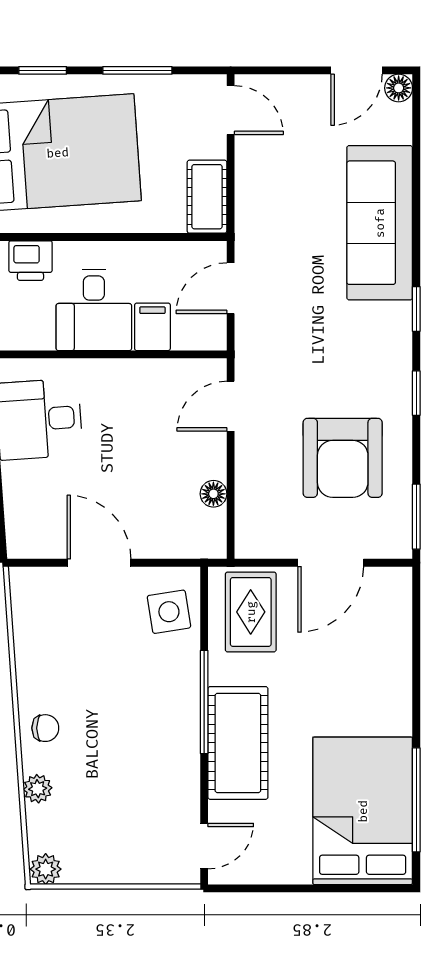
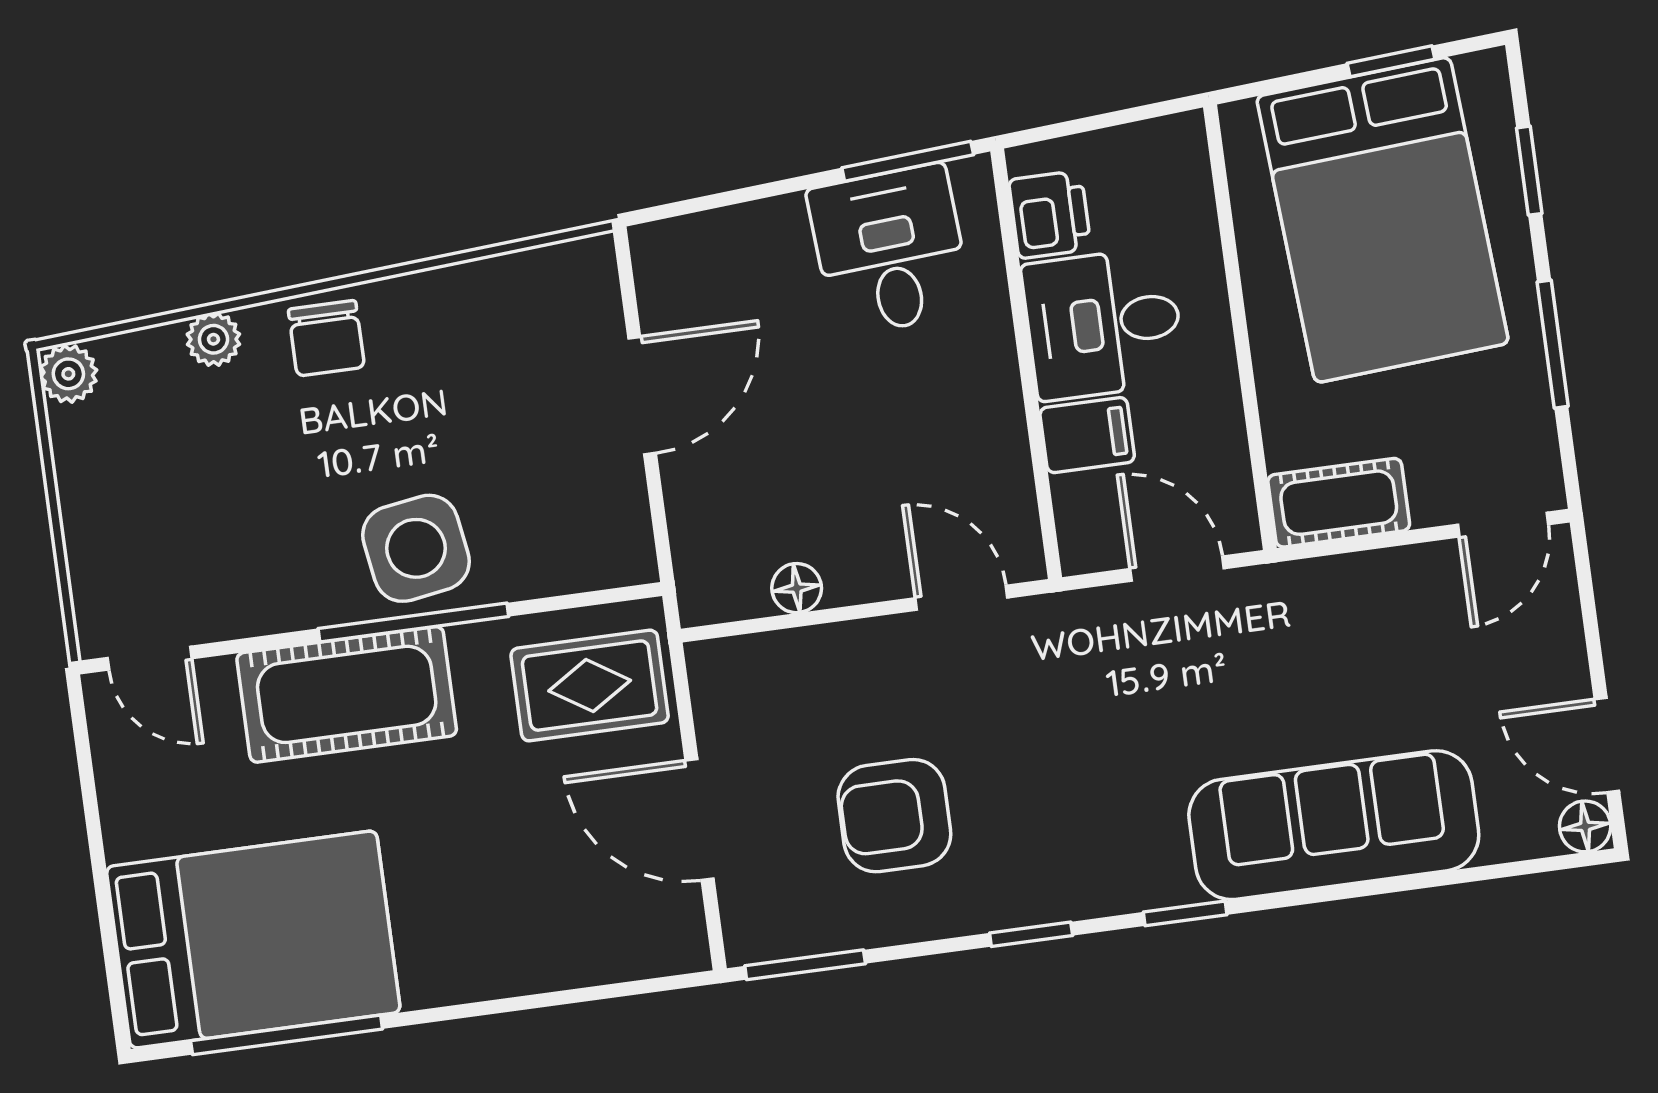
printer: (30, 261) -> (1050, 215), moved, turned 180
armchair: (343, 458) -> (894, 816), width x0.73, depth x0.73
side table: (169, 612) -> (416, 548), moved, width x1.37, depth x1.37
chair: (45, 728) -> (326, 338), width x1.37, depth x1.37

